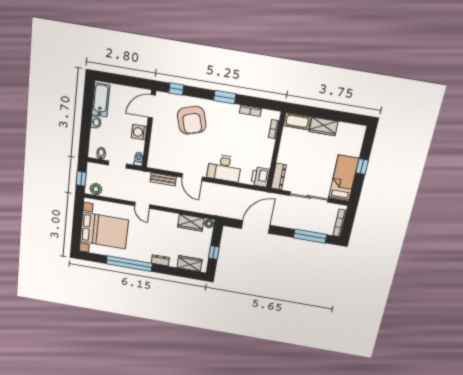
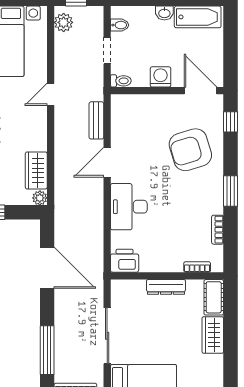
dresser: (279, 176) -> (166, 287), moved

